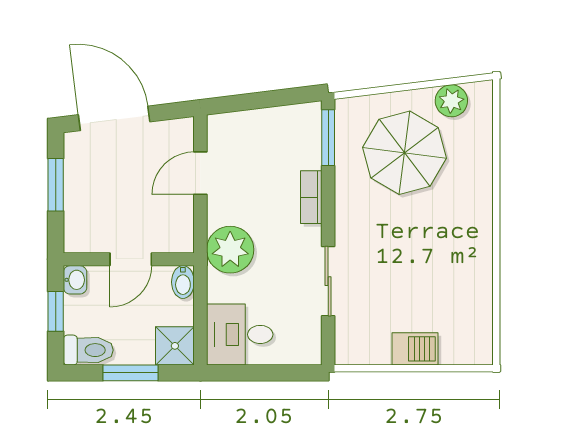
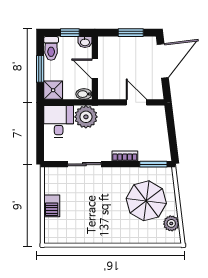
plant: (230, 250) -> (86, 117), moved

